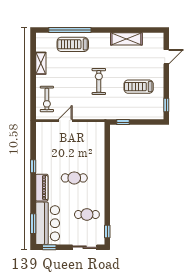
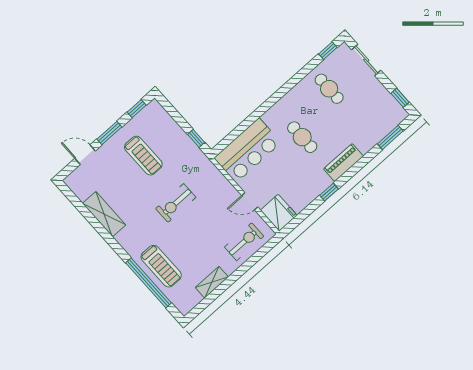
window: (166, 79) -> (109, 133), added
fridge: (46, 130) -> (279, 213), added
bar counter: (48, 223) -> (248, 150), moved, turned 180

